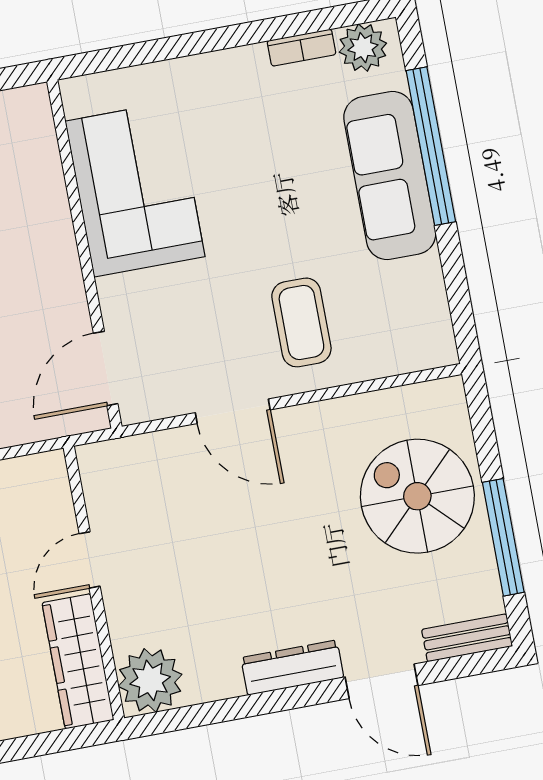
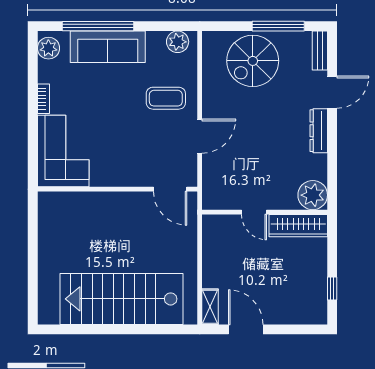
bookcase: (302, 48) -> (43, 99), moved
corner sofa: (135, 189) -> (63, 151), moved, turned 90
plant: (429, 325) -> (178, 42), added

